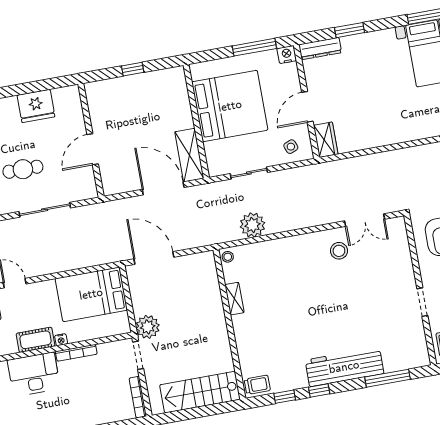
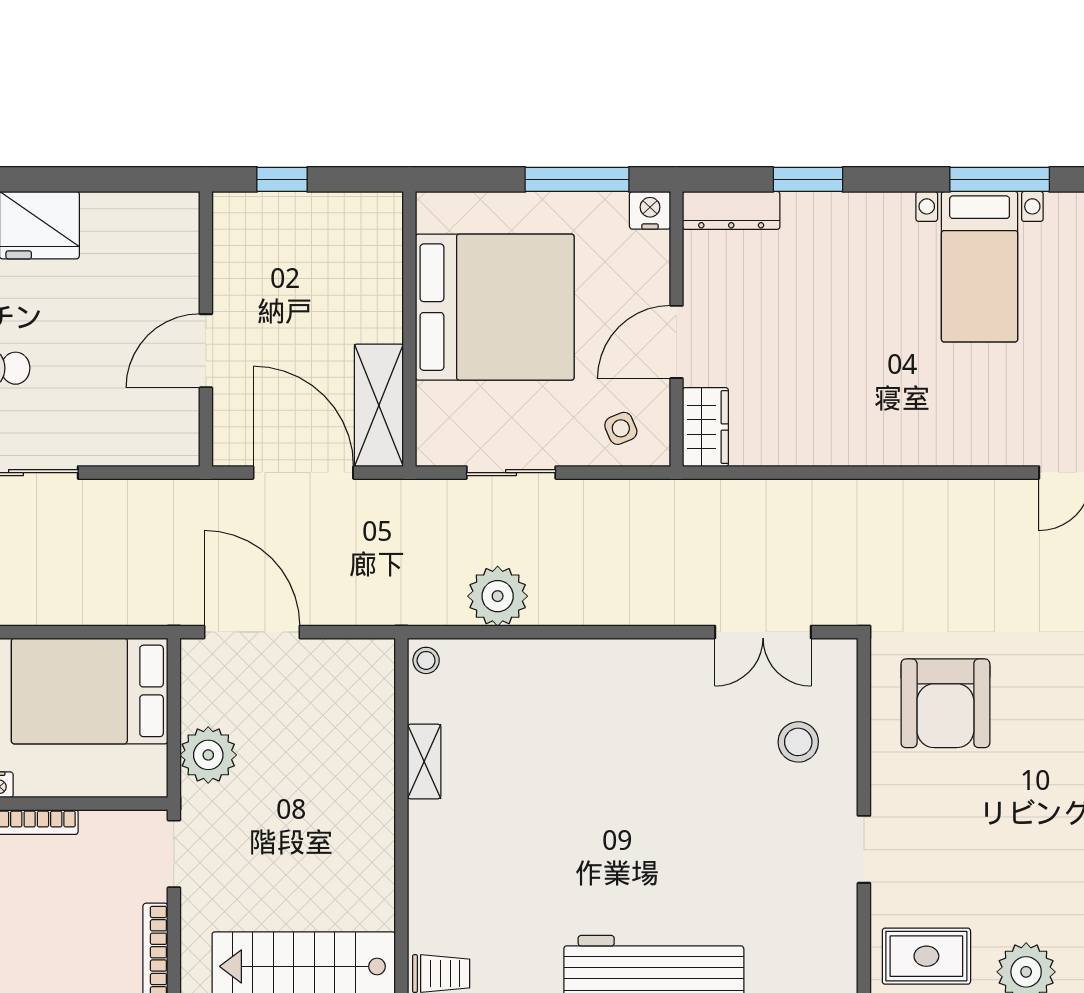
wall: (91, 140) -> (206, 329), moved
door: (93, 149) -> (206, 351), moved
stool: (339, 251) -> (798, 742), moved
plant: (148, 327) -> (208, 755), moved

